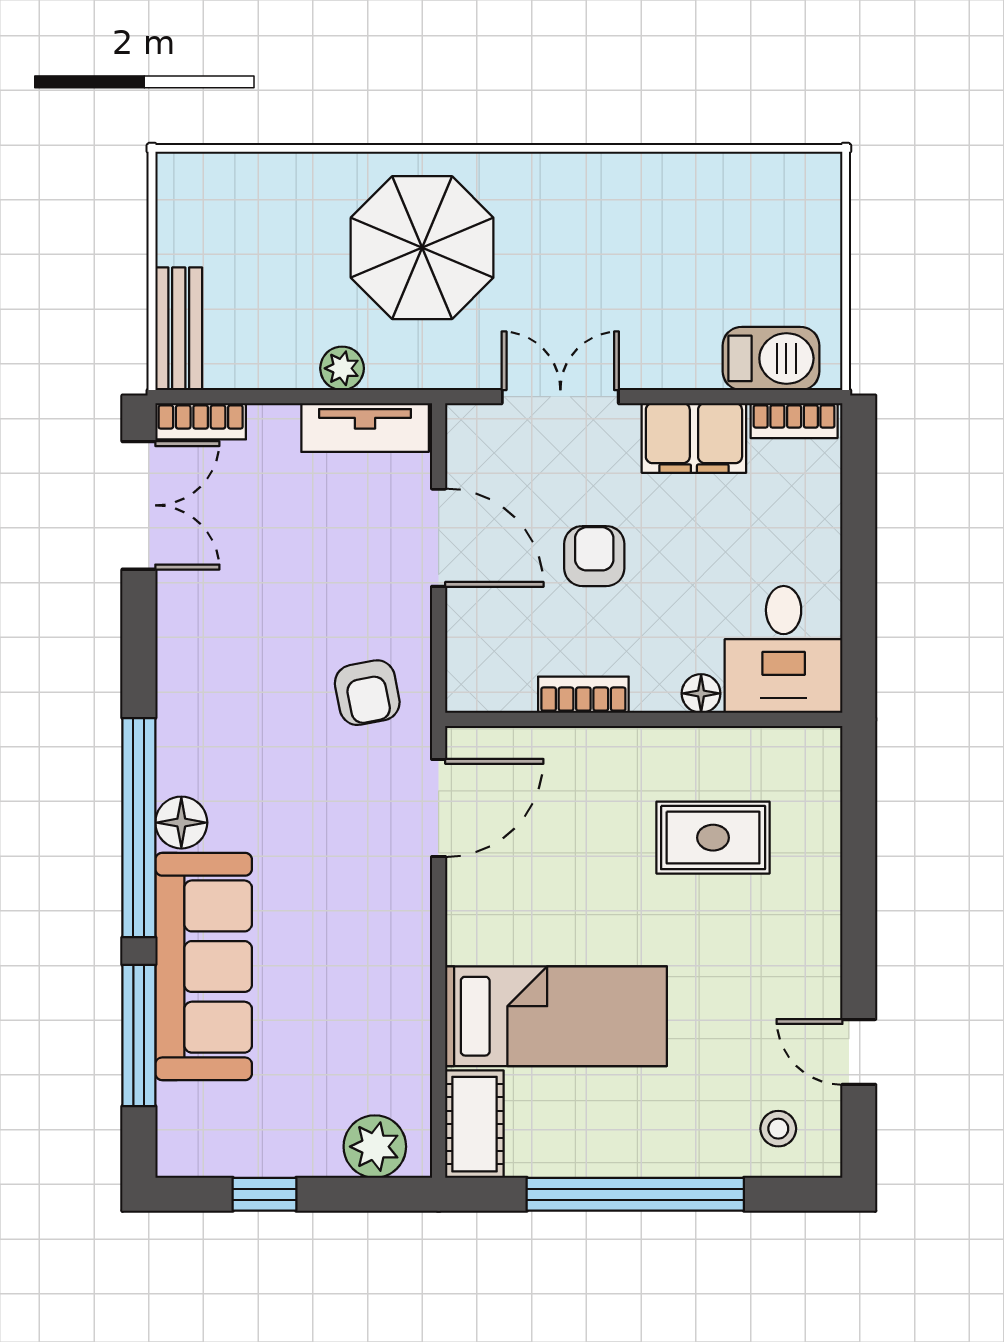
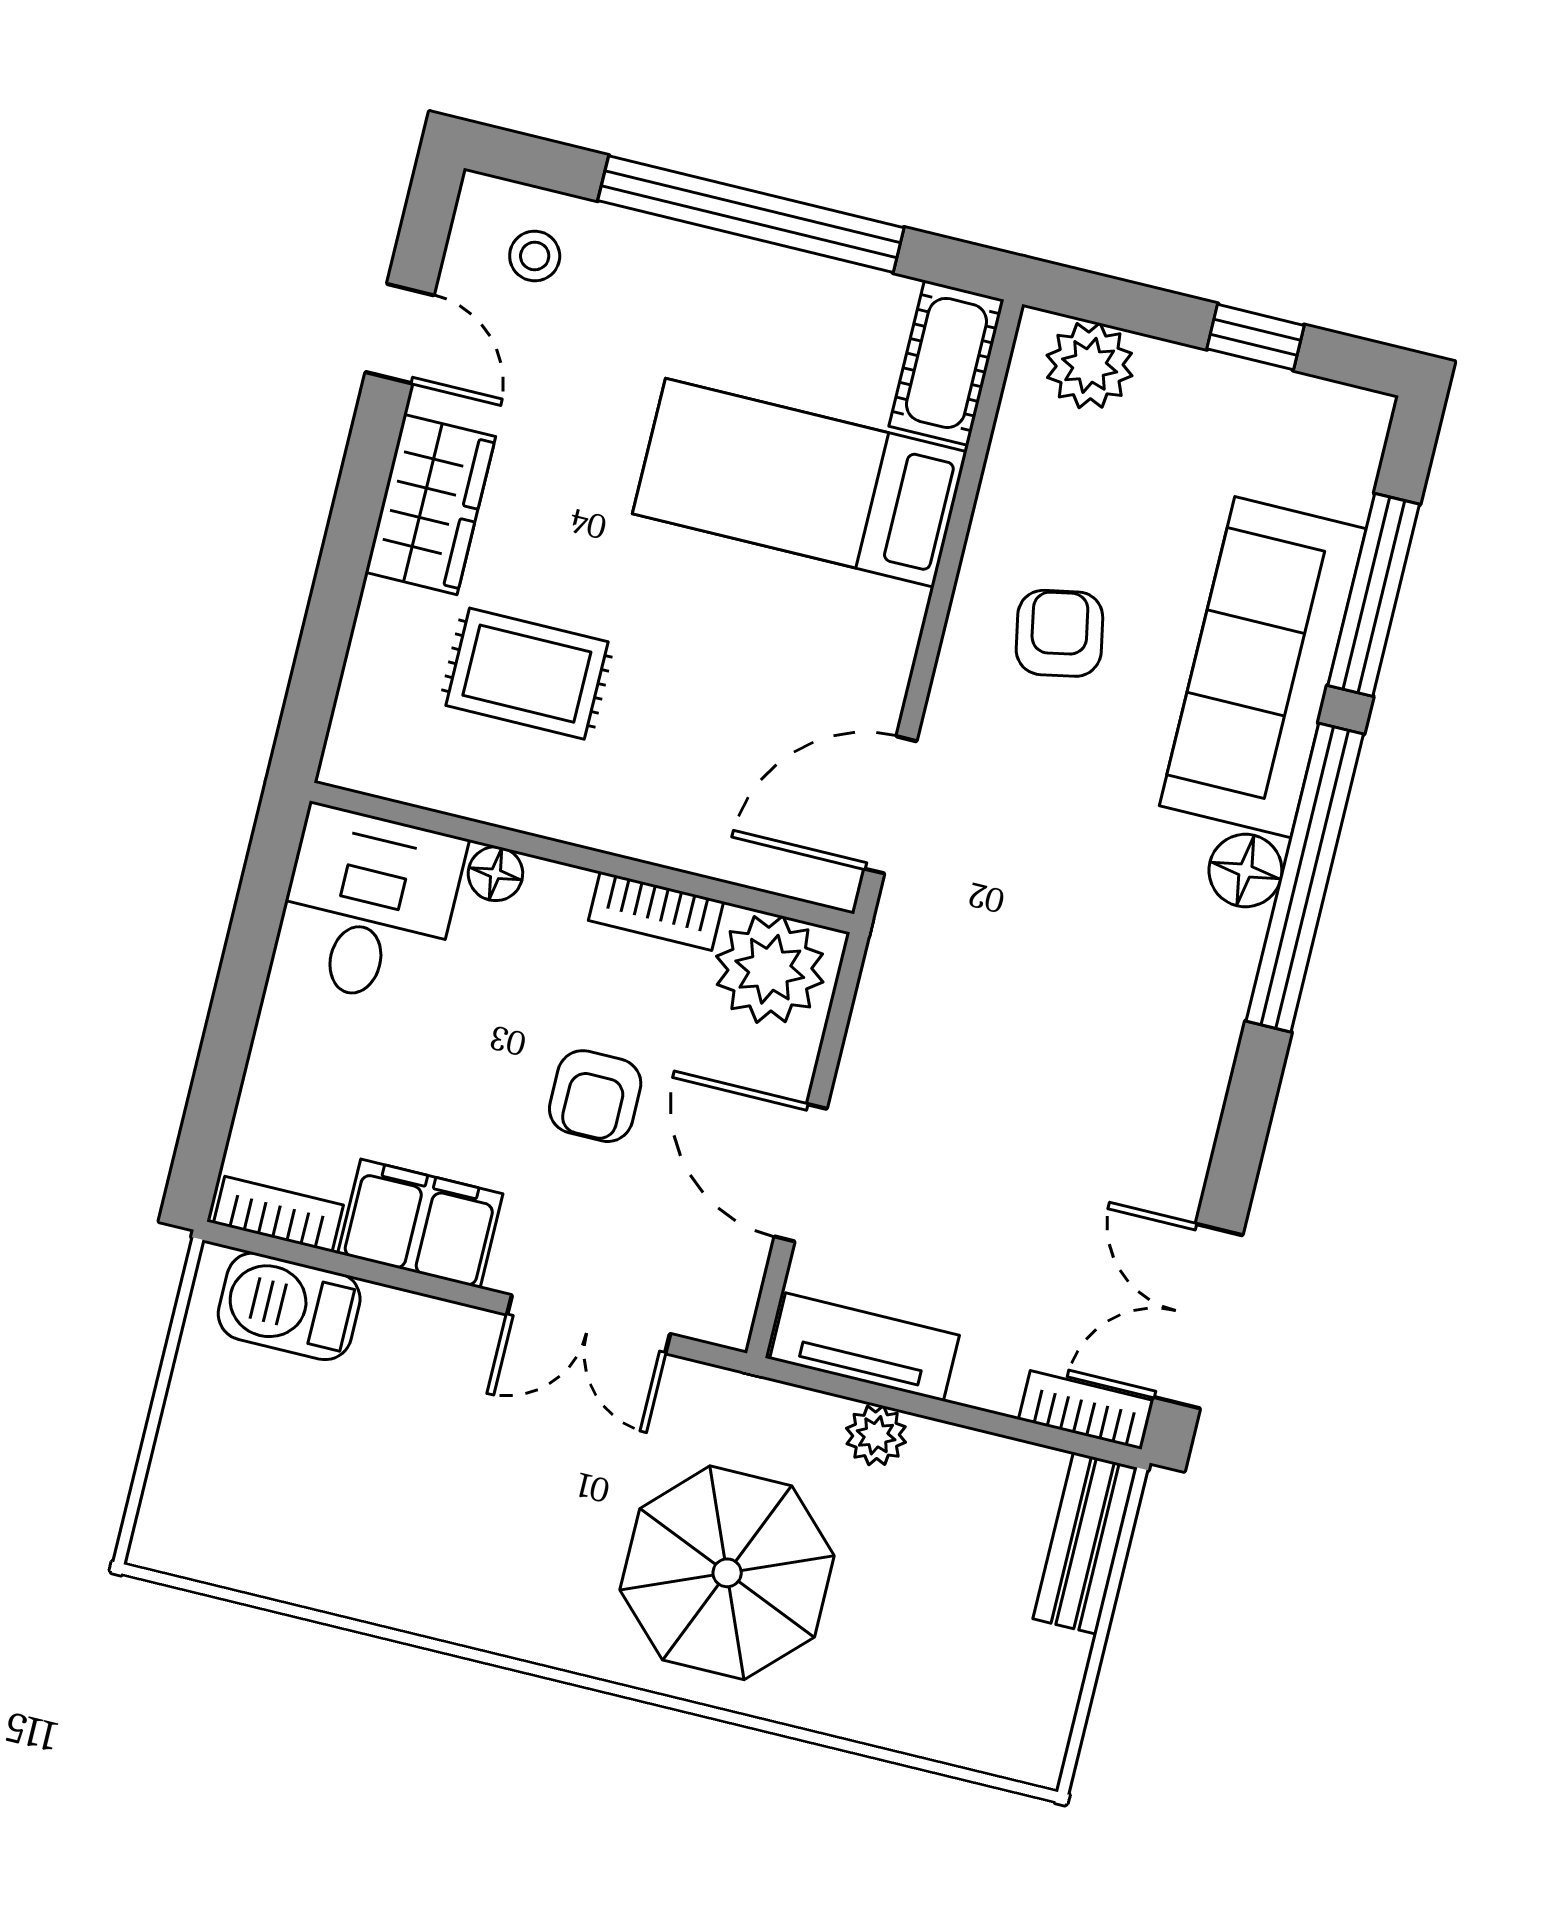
plant: (495, 674) -> (770, 969), added
armchair: (367, 693) -> (1059, 633), moved
wardrobe: (809, 939) -> (430, 504), added

